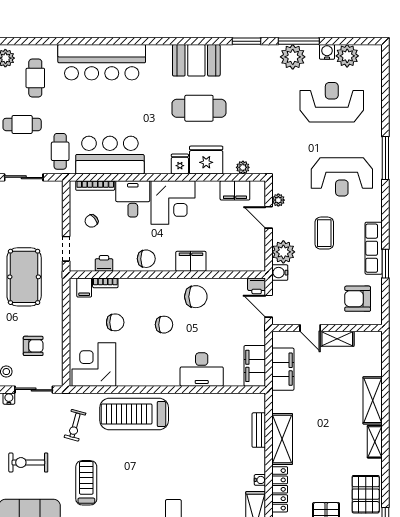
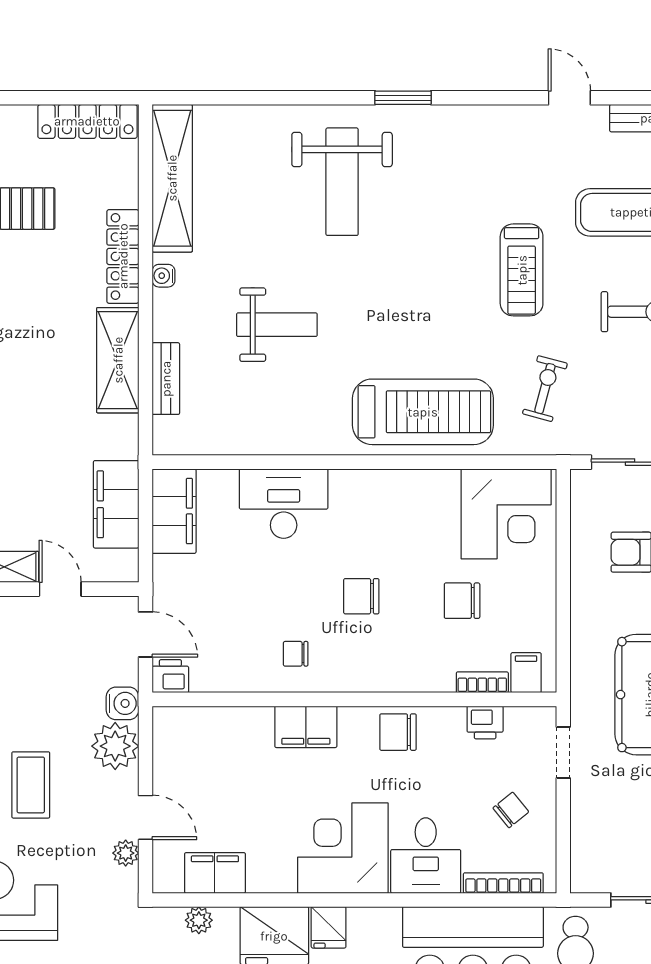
chair: (196, 297) -> (296, 654), width x0.54, depth x0.54
weight bench: (205, 456) -> (277, 325), added

